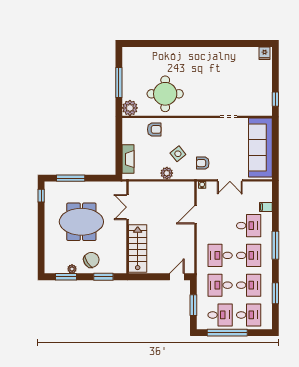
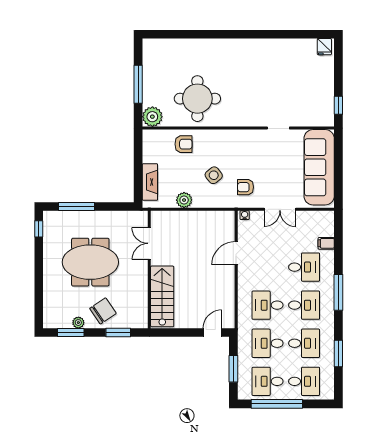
plant: (167, 173) -> (184, 200), moved
desk: (220, 315) -> (268, 381), turned 180

